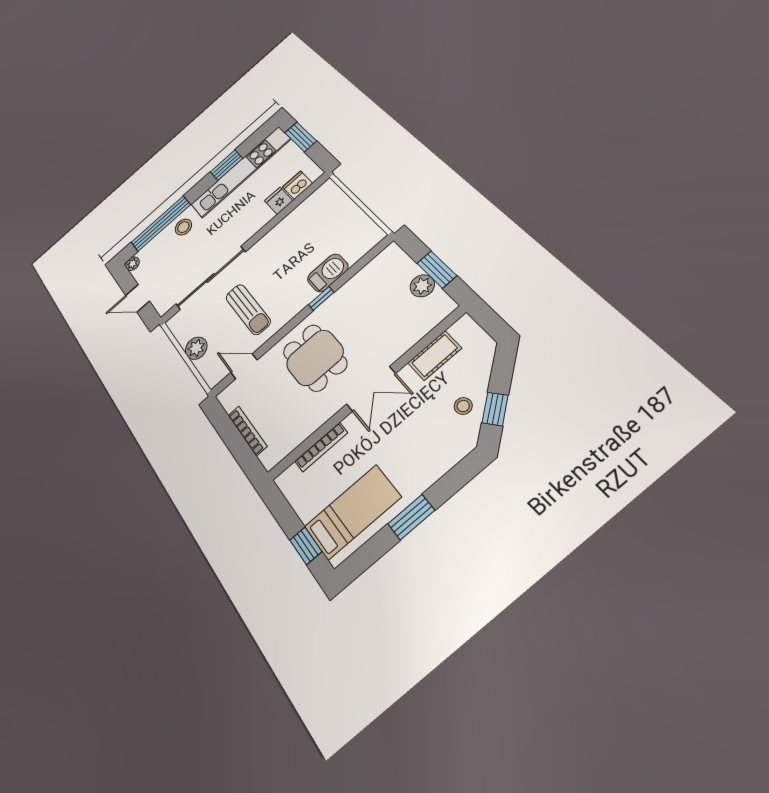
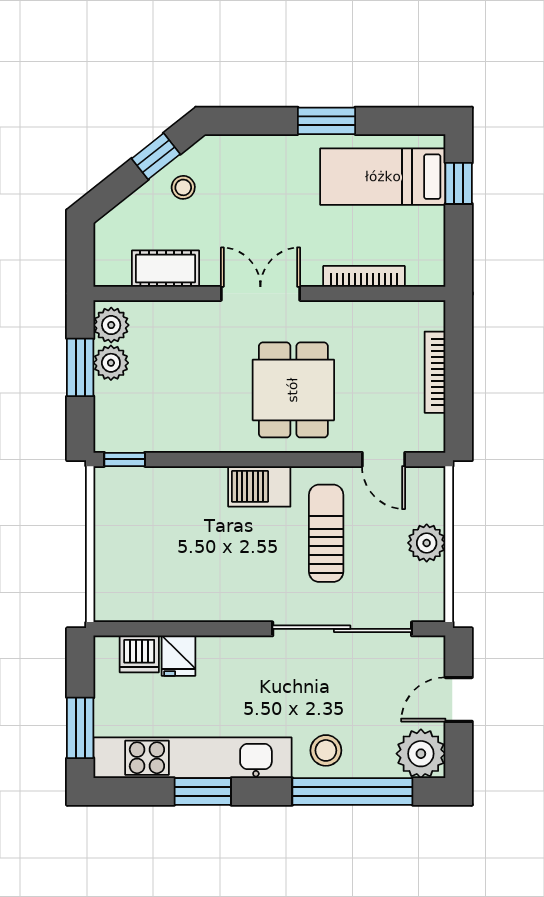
plant: (133, 264) -> (421, 754), width x1.87, depth x1.87
barbecue: (328, 273) -> (259, 486), moved
door: (138, 298) -> (459, 699), swing flipped
window: (321, 299) -> (125, 459), moved
plant: (439, 303) -> (111, 325), added

